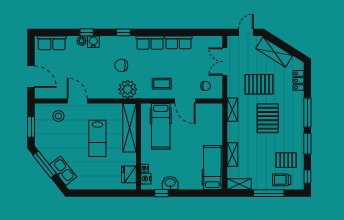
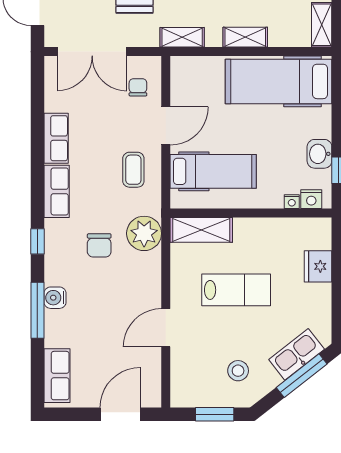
window: (87, 32) -> (37, 310), width x2.17
plant: (82, 41) -> (53, 320), removed
double door: (225, 62) -> (92, 52), width x1.37
stool: (58, 116) -> (238, 371), moved
shelving: (129, 128) -> (201, 230), width x0.68
shelving: (232, 155) -> (245, 37), moved
window: (45, 164) -> (302, 376), moved
hospital bed: (212, 167) -> (279, 81), width x1.37, depth x1.29
fridge: (129, 174) -> (318, 266), moved, turned 90

